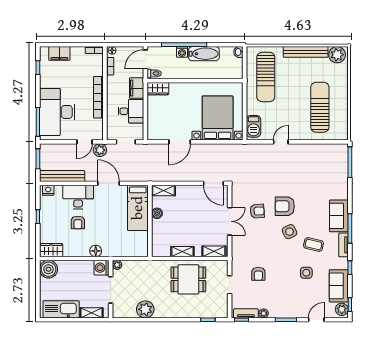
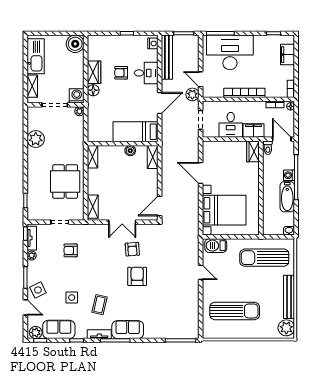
desk: (78, 197) -> (146, 73), width x0.73
side table: (290, 232) -> (38, 290), moved
wardrobe: (51, 250) -> (94, 72), moved
shelving: (182, 252) -> (93, 157), moved

